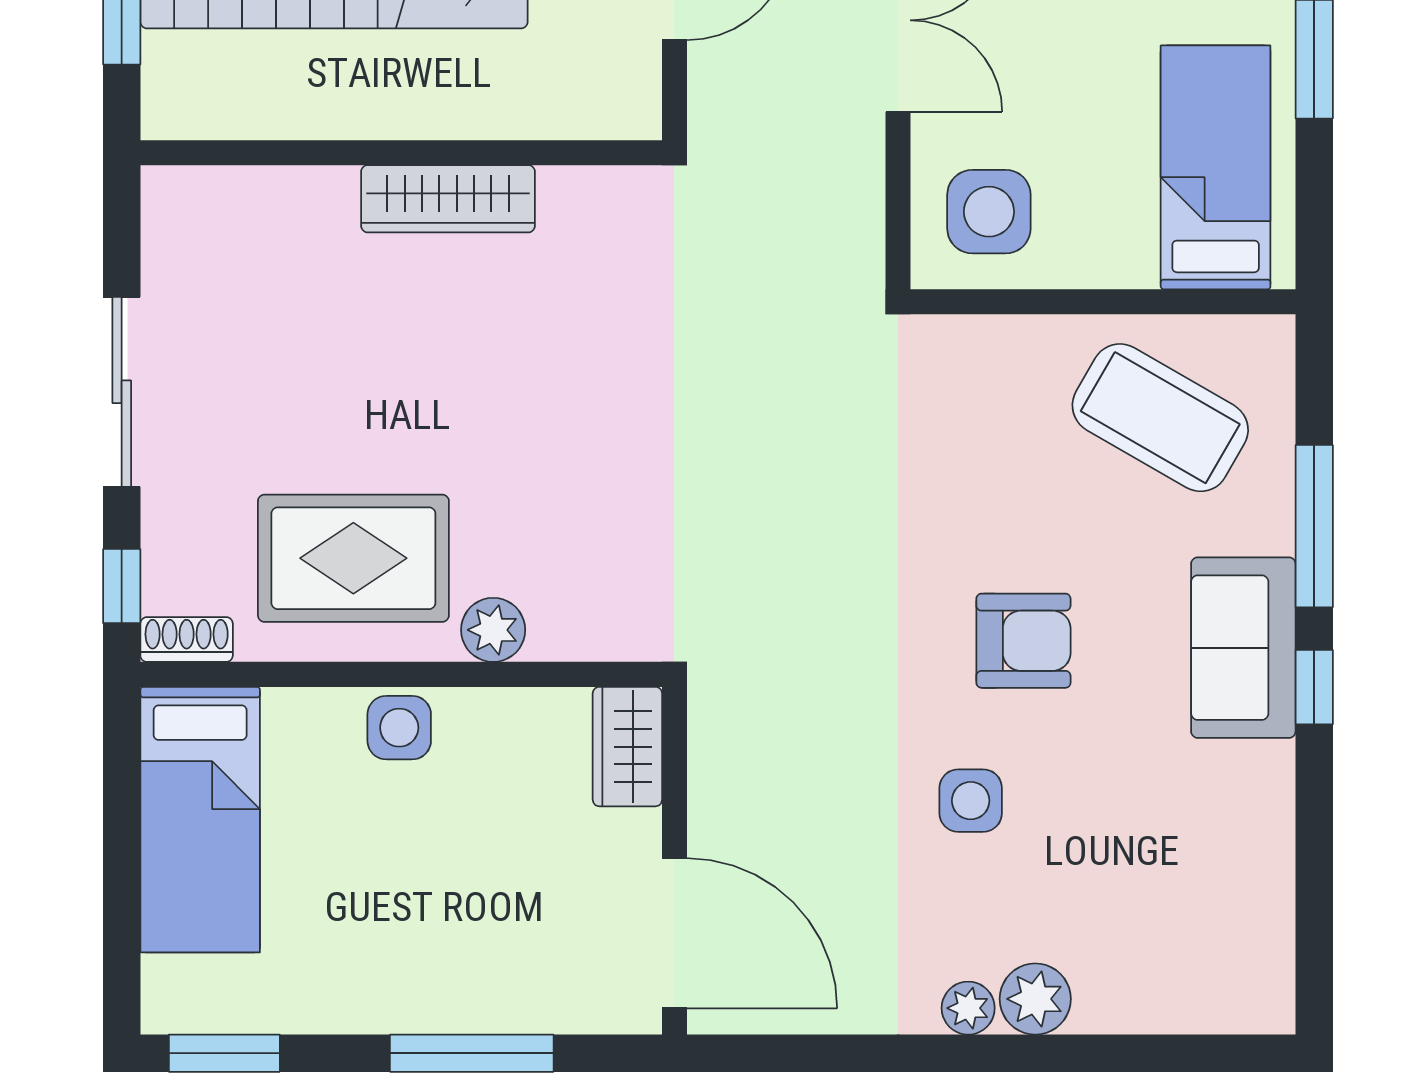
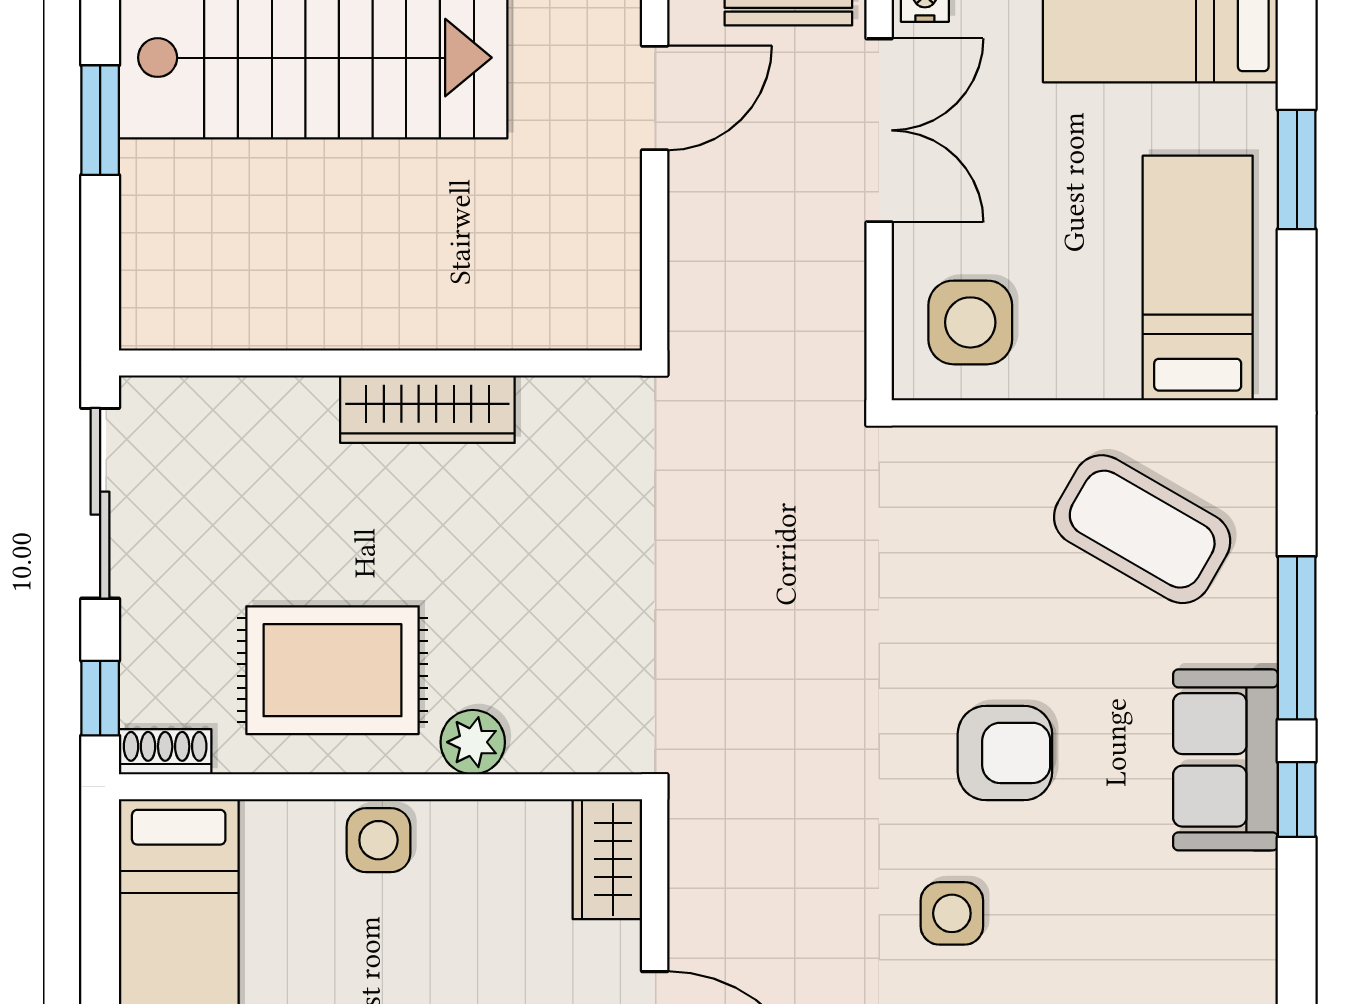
wall: (401, 153) -> (380, 363), moved
wardrobe: (448, 199) -> (427, 409), moved

